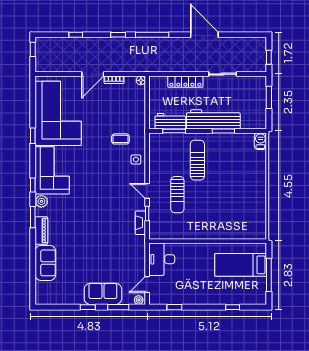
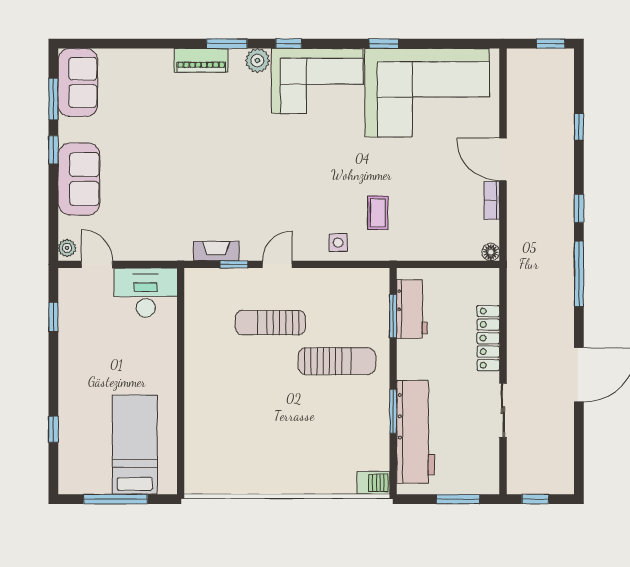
workbench: (213, 119) -> (416, 432), moved
sofa: (45, 263) -> (78, 82), moved, turned -90
window: (118, 307) -> (53, 99), moved

